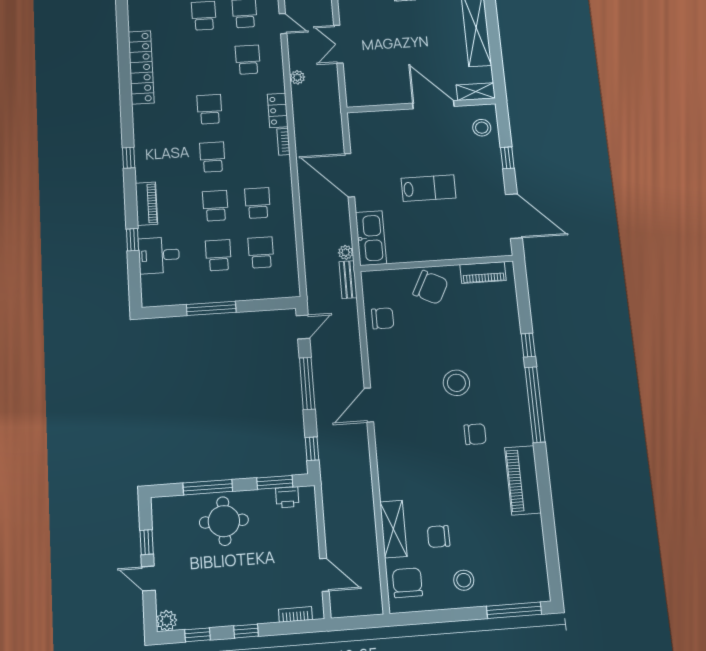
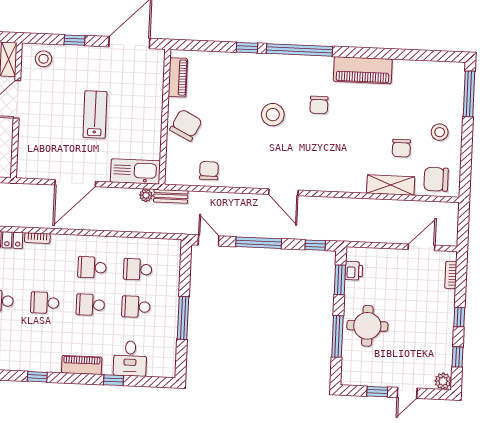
chair: (475, 434) -> (319, 105), turned 180

